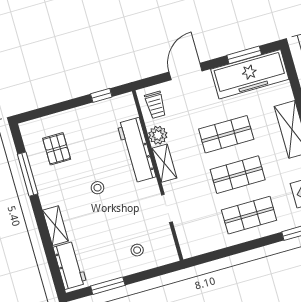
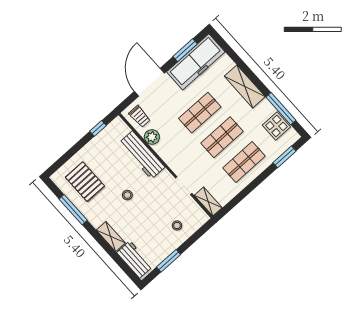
door: (186, 71) -> (149, 82), width x1.36
pallet: (57, 149) -> (85, 182), width x1.50, depth x1.42
shelving: (164, 163) -> (208, 202), moved

